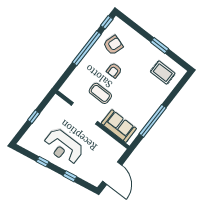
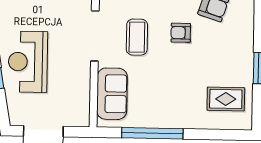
rug: (163, 73) -> (226, 99), turned 90
reception desk: (63, 147) -> (28, 62), moved

